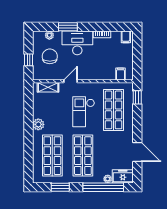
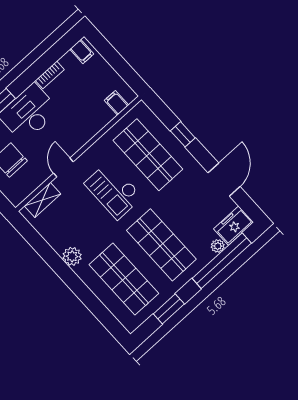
window: (137, 97) -> (183, 134), moved
door: (137, 152) -> (224, 180), hinge flipped

